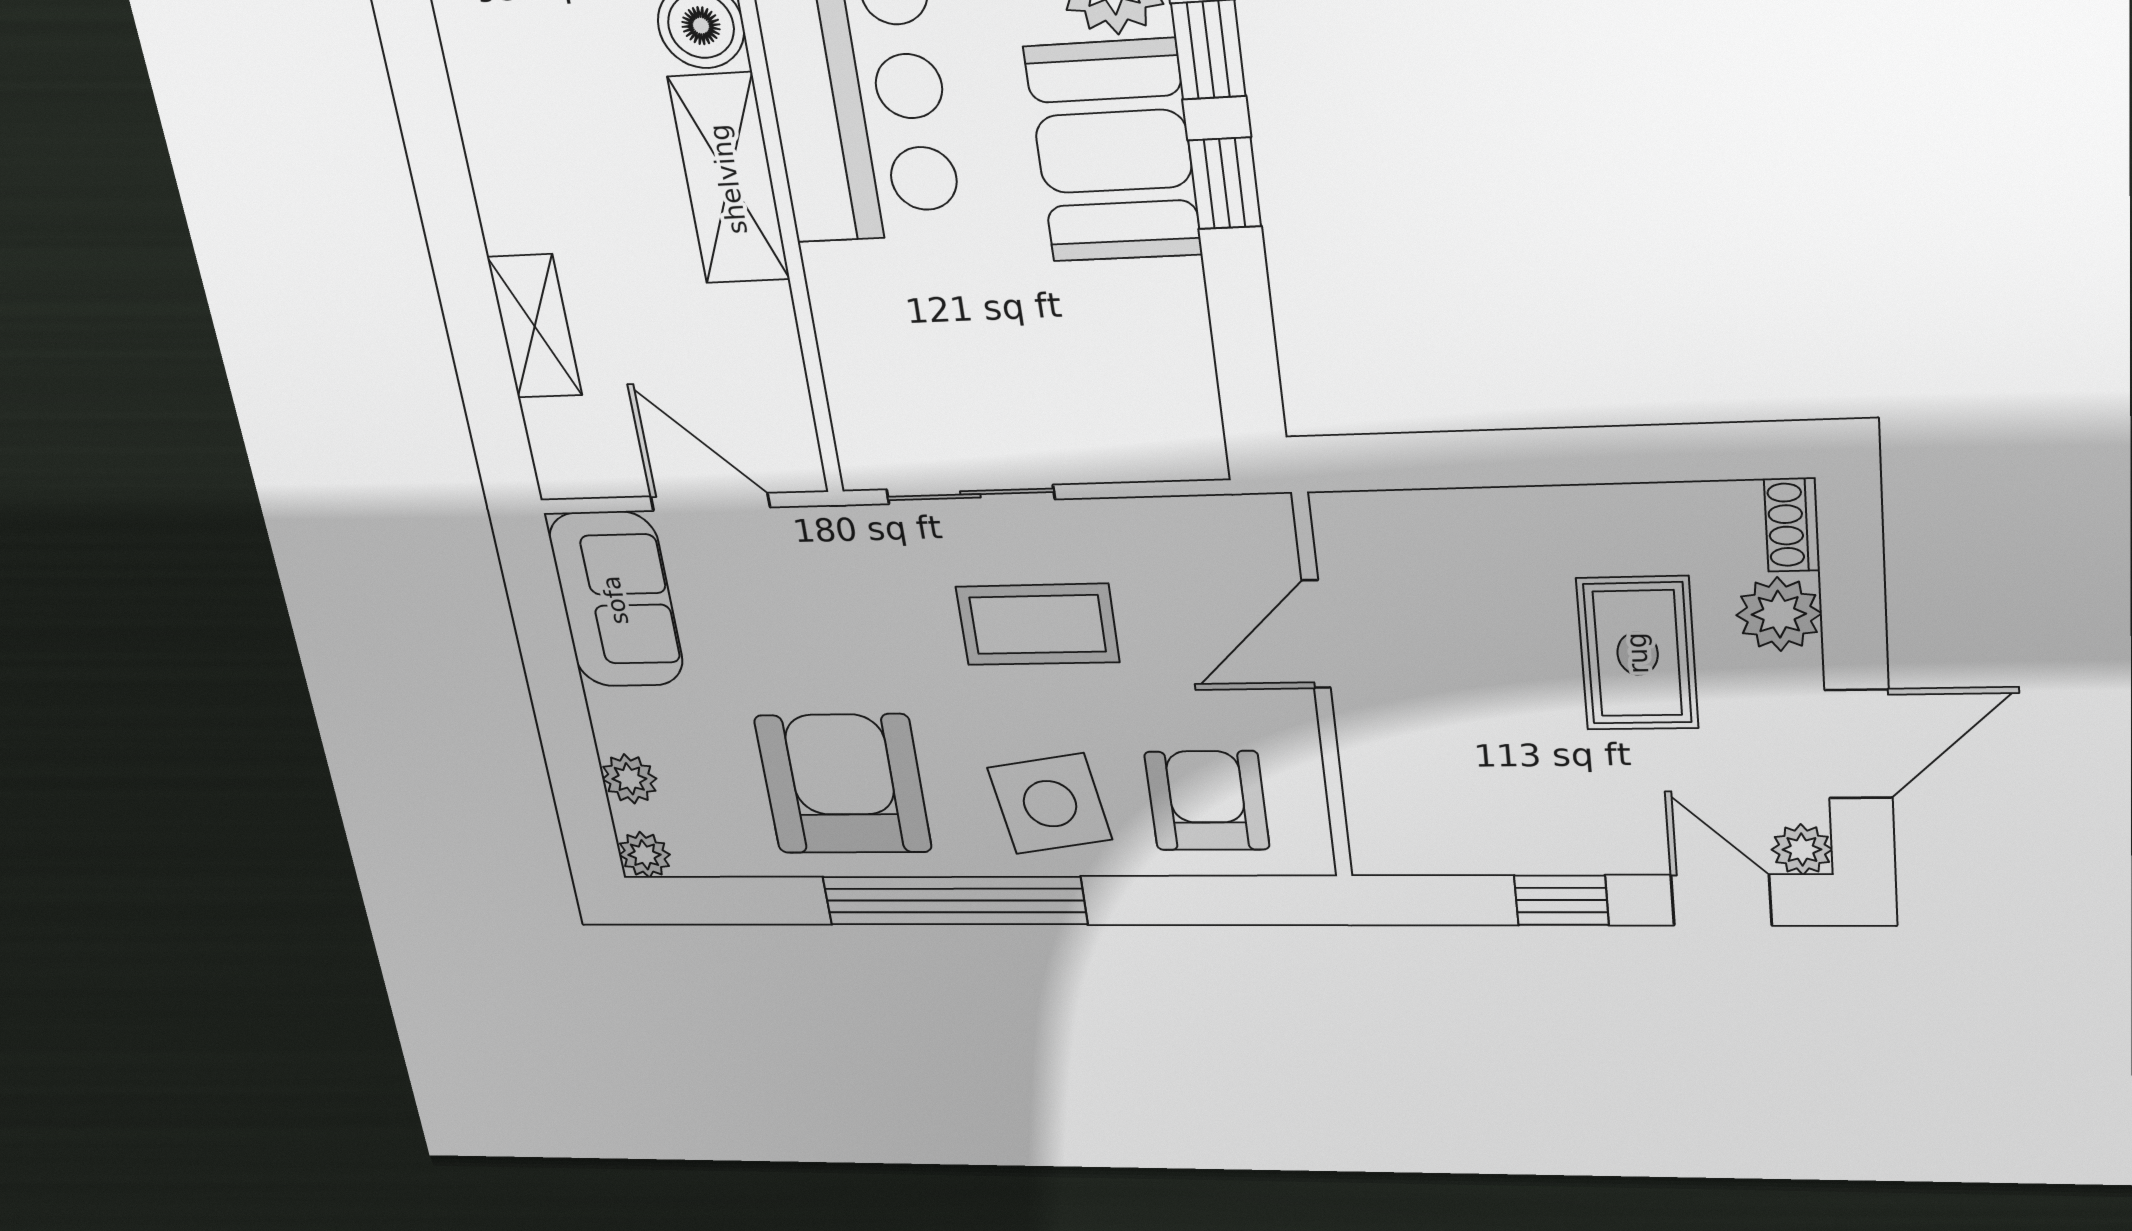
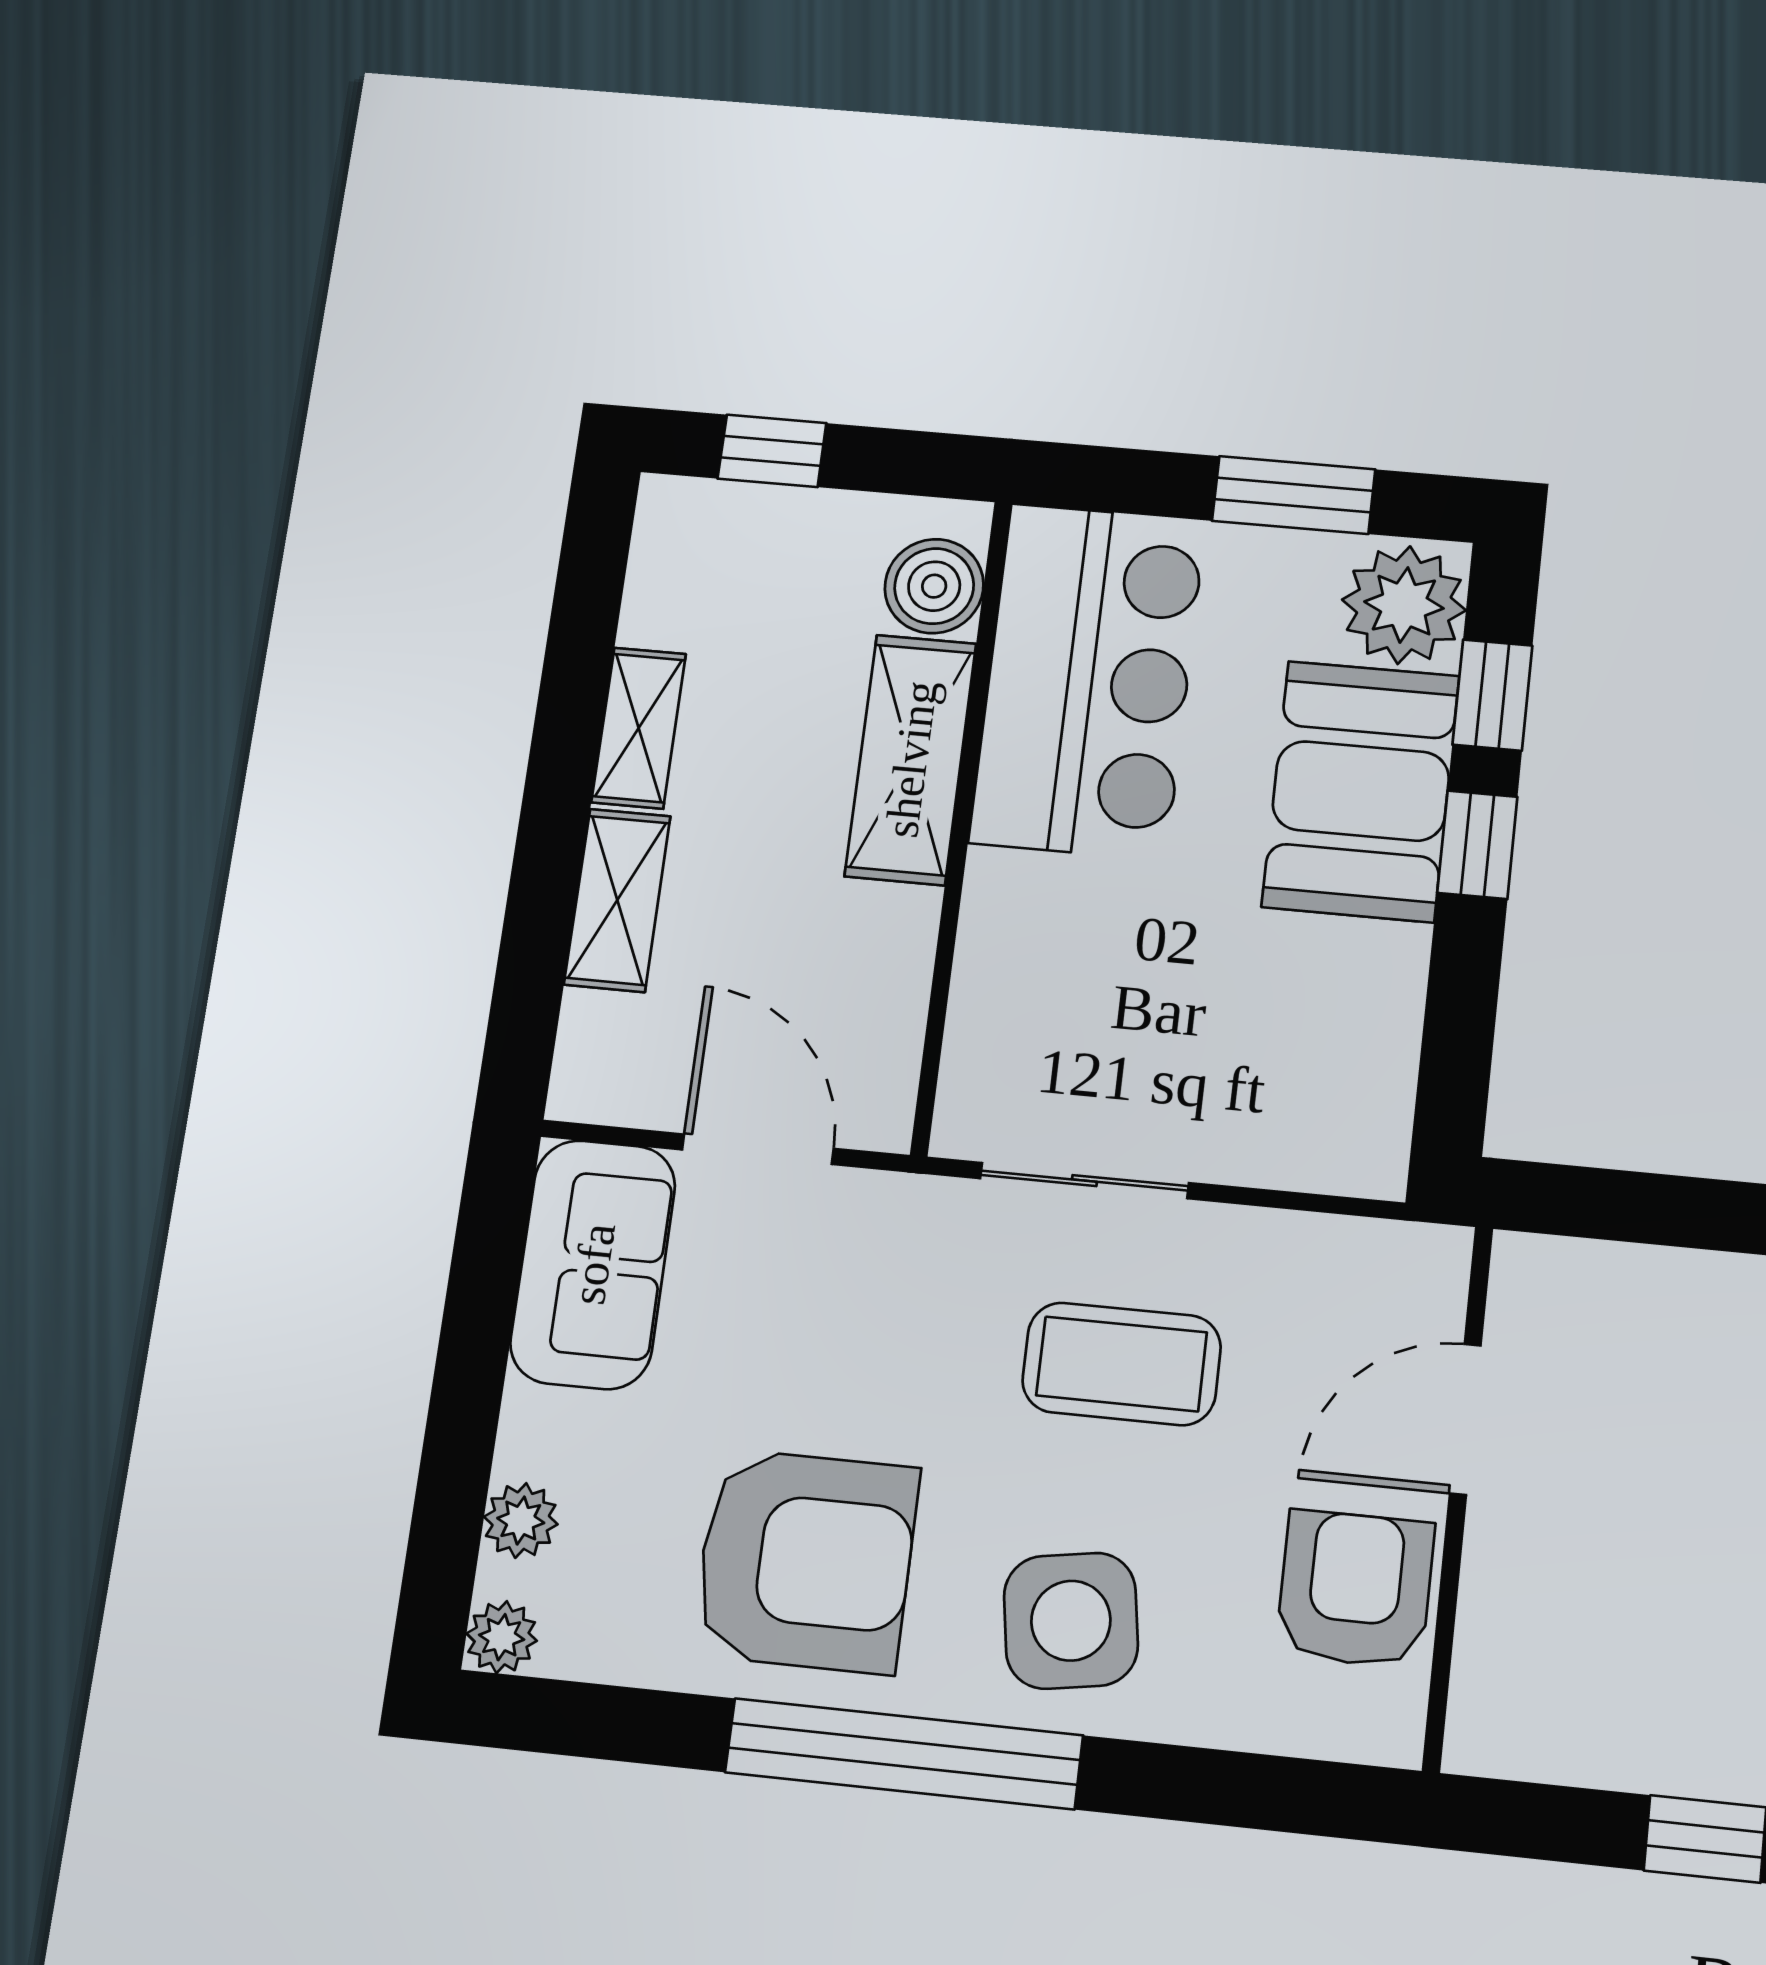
shelving: (501, 185) -> (639, 728), added
armchair: (843, 784) -> (806, 1561), turned 90
armchair: (1207, 801) -> (1355, 1589), moved

